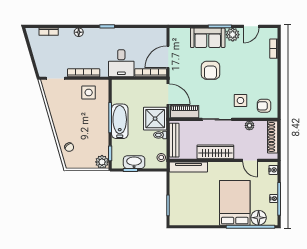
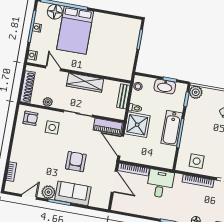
door: (168, 57) -> (114, 182), hinge flipped
bench: (174, 140) -> (123, 96), width x0.73
tv unit: (188, 167) -> (113, 73), removed

